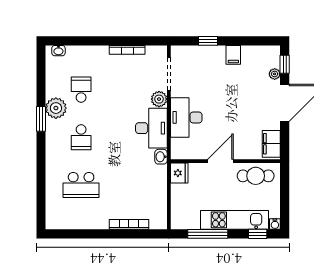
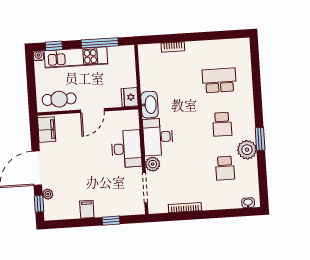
school desk: (81, 137) -> (222, 124), turned 180
washbasin: (161, 157) -> (150, 105), width x1.91, depth x1.45
bookcase: (129, 224) -> (173, 47), width x0.64

